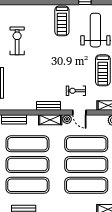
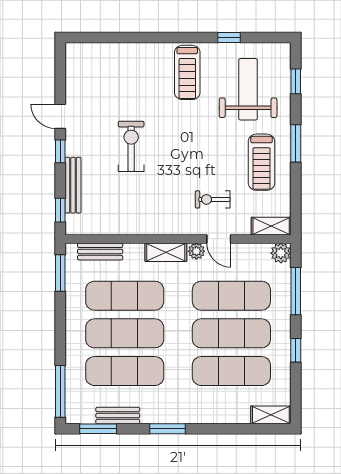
exercise bike: (17, 41) -> (131, 146), moved
bench: (49, 106) -> (163, 227), removed

